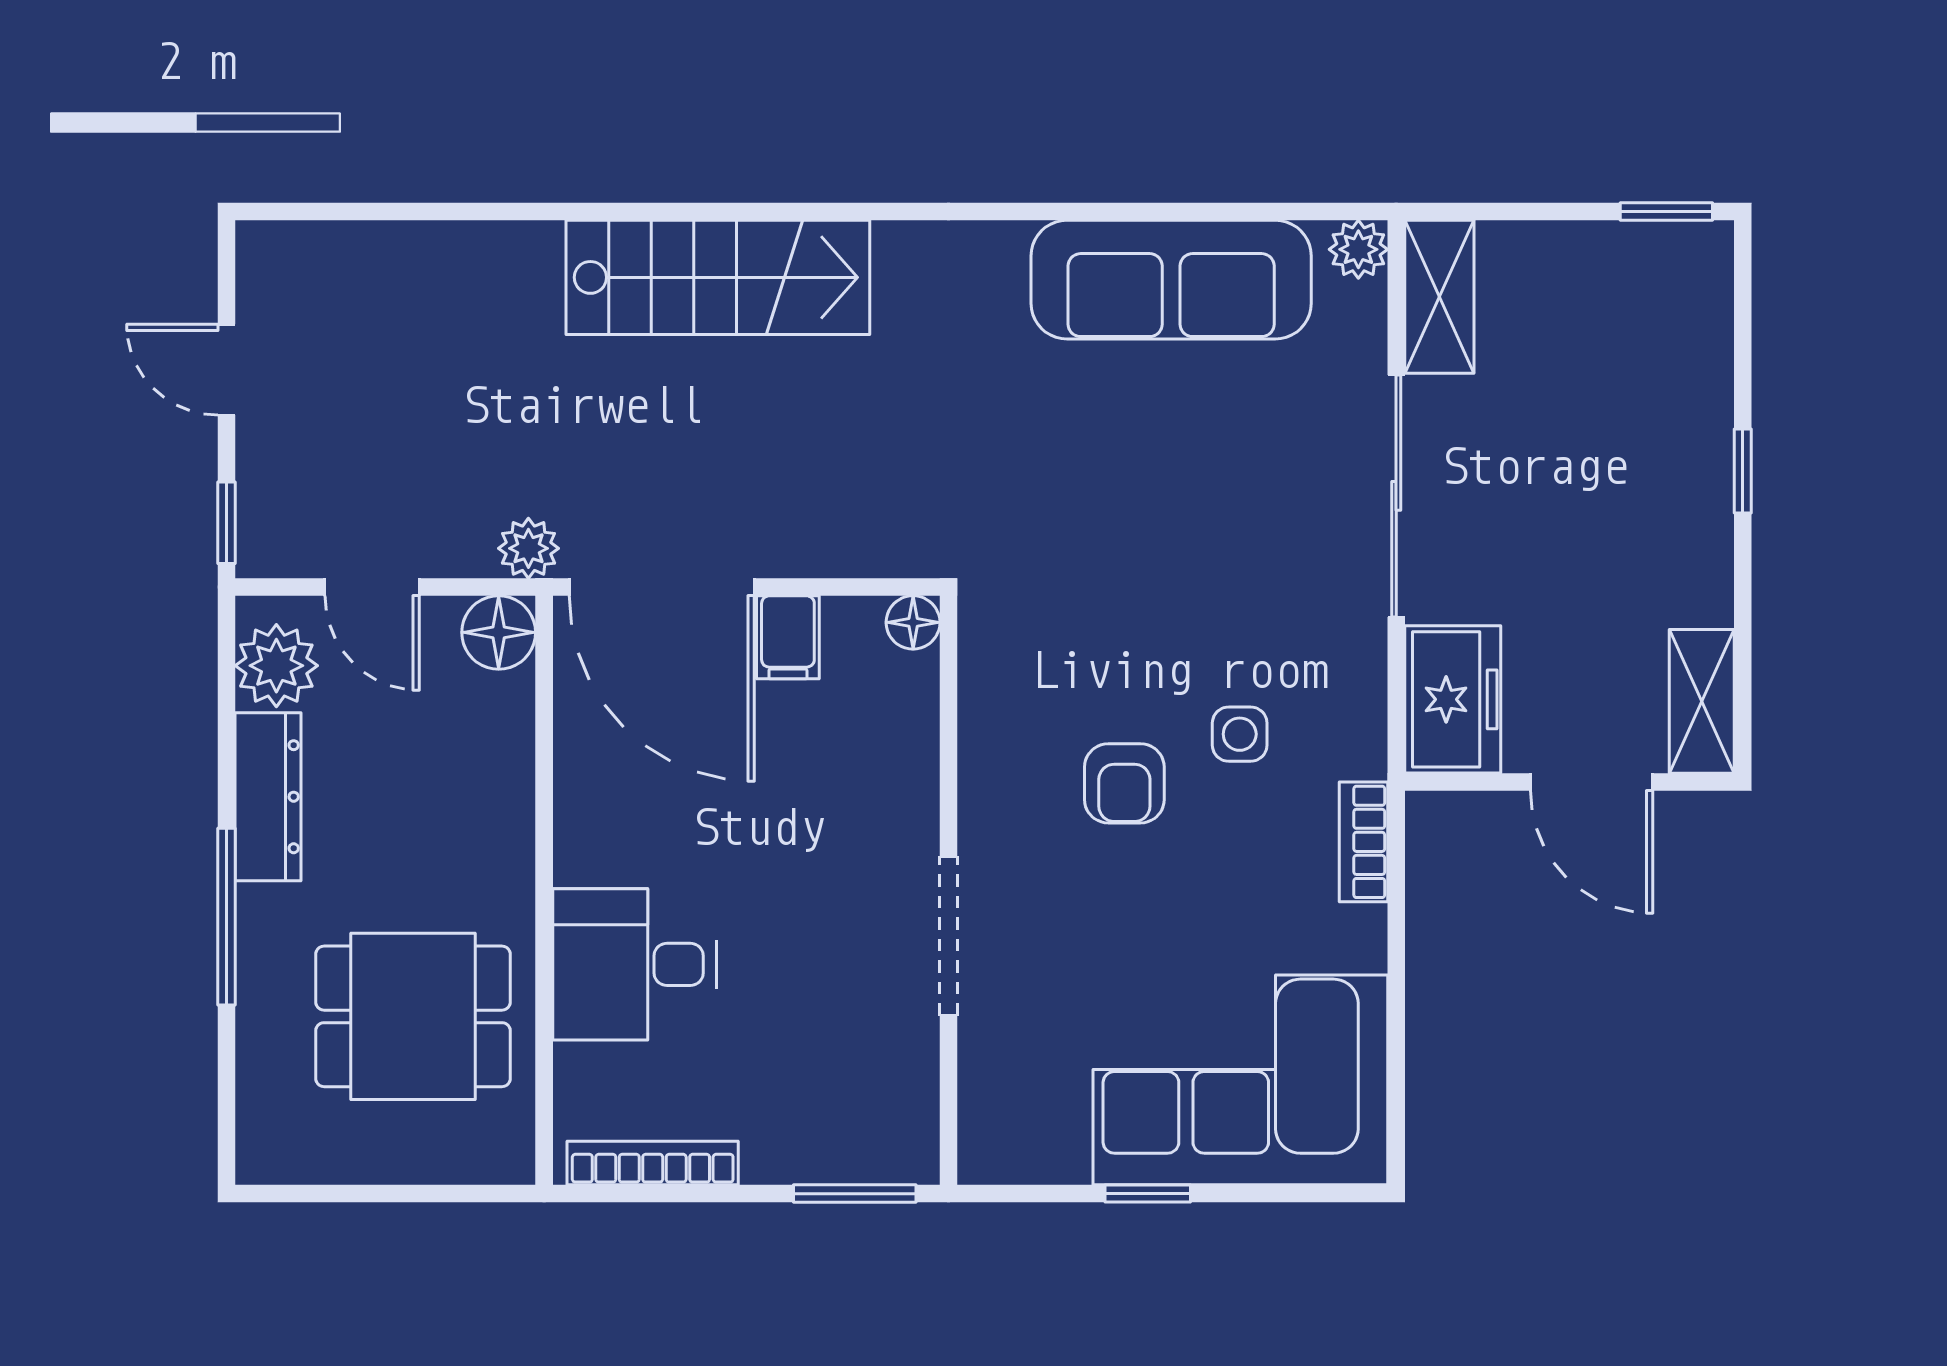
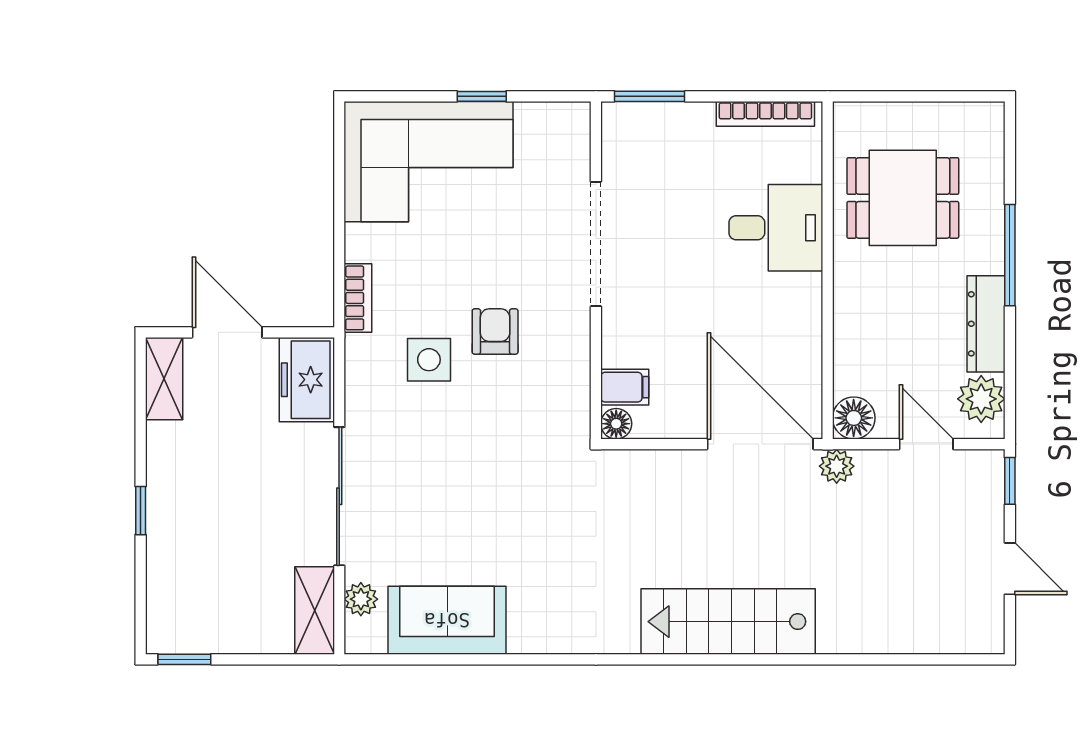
plant: (1358, 249) -> (361, 599), moved
sofa: (1171, 280) -> (447, 620), width x0.73
filing cabinet: (788, 637) -> (625, 387), moved, turned 90
side table: (1240, 734) -> (429, 360), width x1.37, depth x1.37
doorway: (949, 936) -> (596, 244), width x1.36

